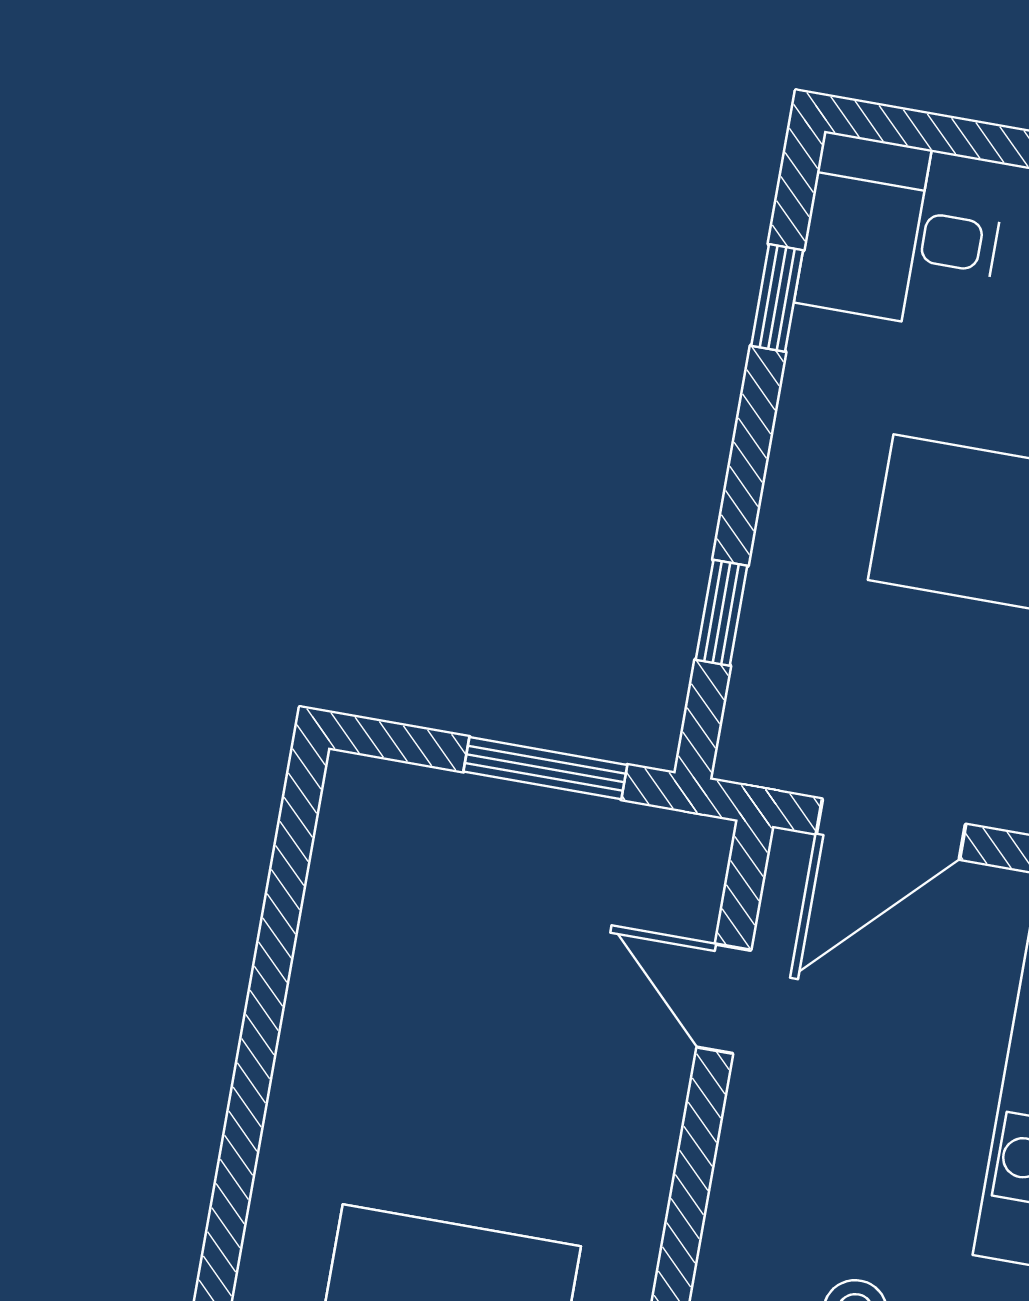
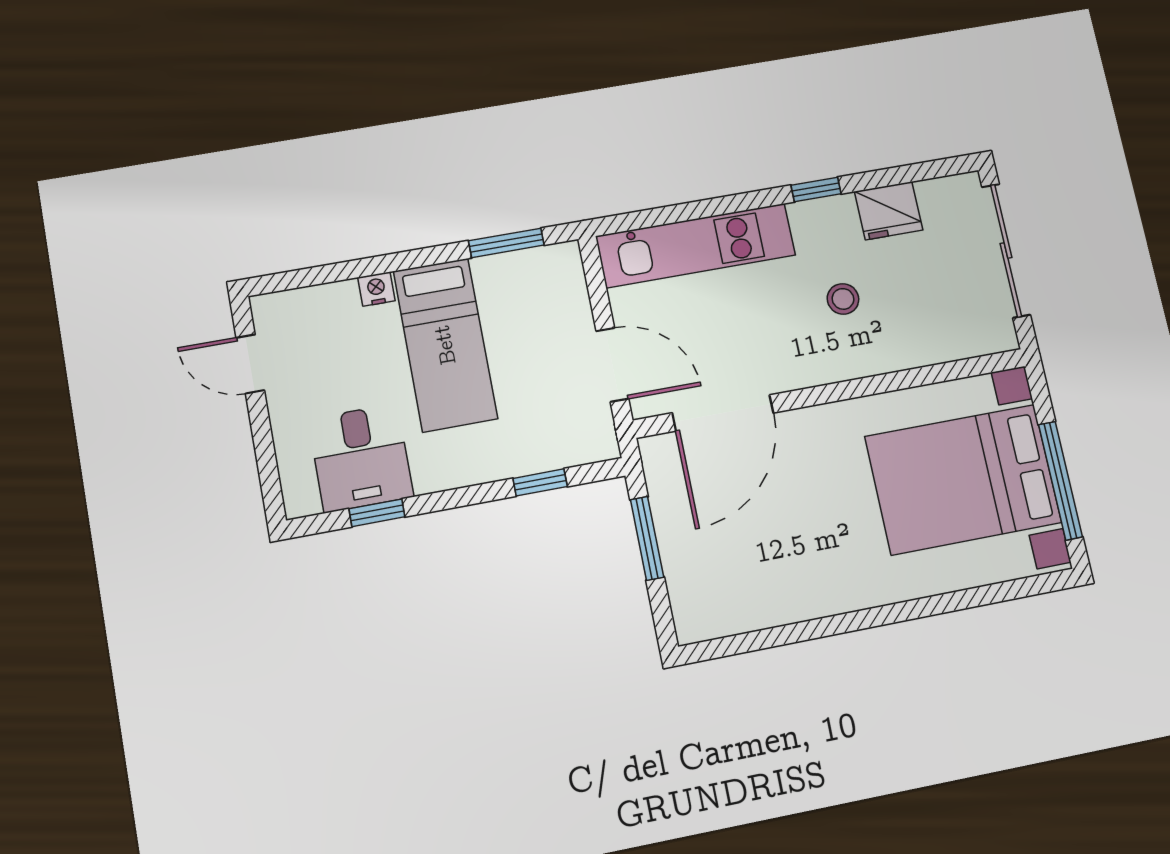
desk: (902, 233) -> (361, 458), moved
door: (724, 999) -> (723, 413), width x1.88

